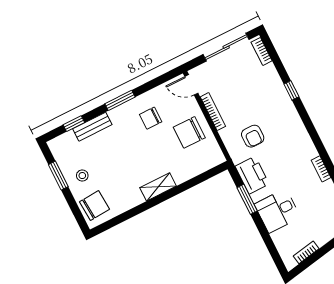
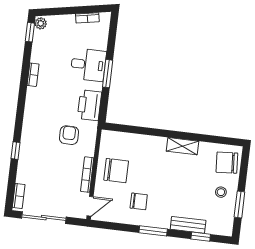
door: (191, 85) -> (90, 206), hinge flipped
shelving: (158, 187) -> (182, 146), moved
window: (247, 199) -> (108, 74), moved

